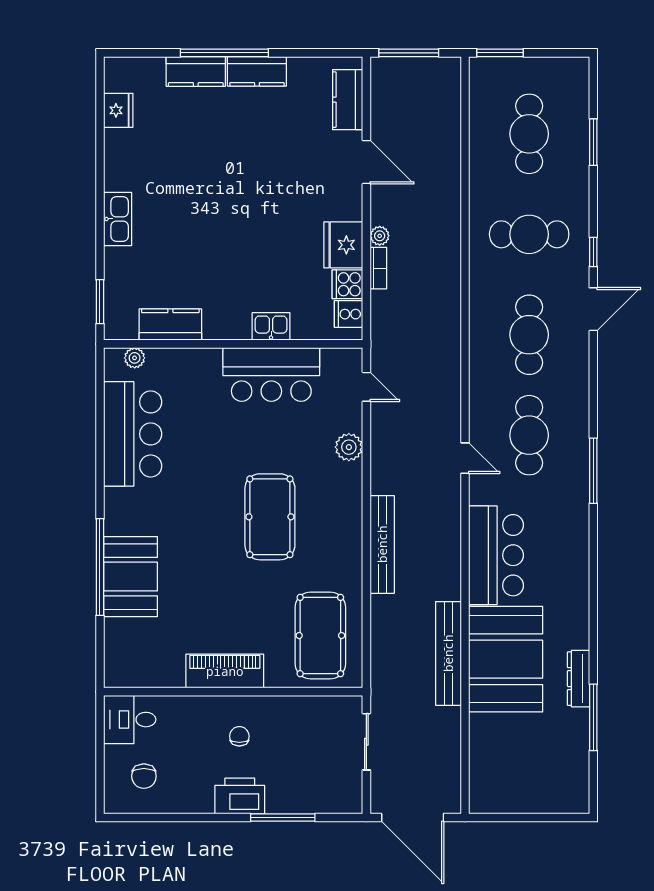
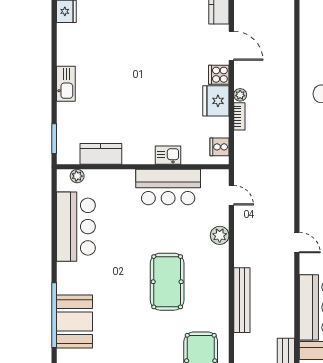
cooker: (347, 284) -> (219, 75), moved

